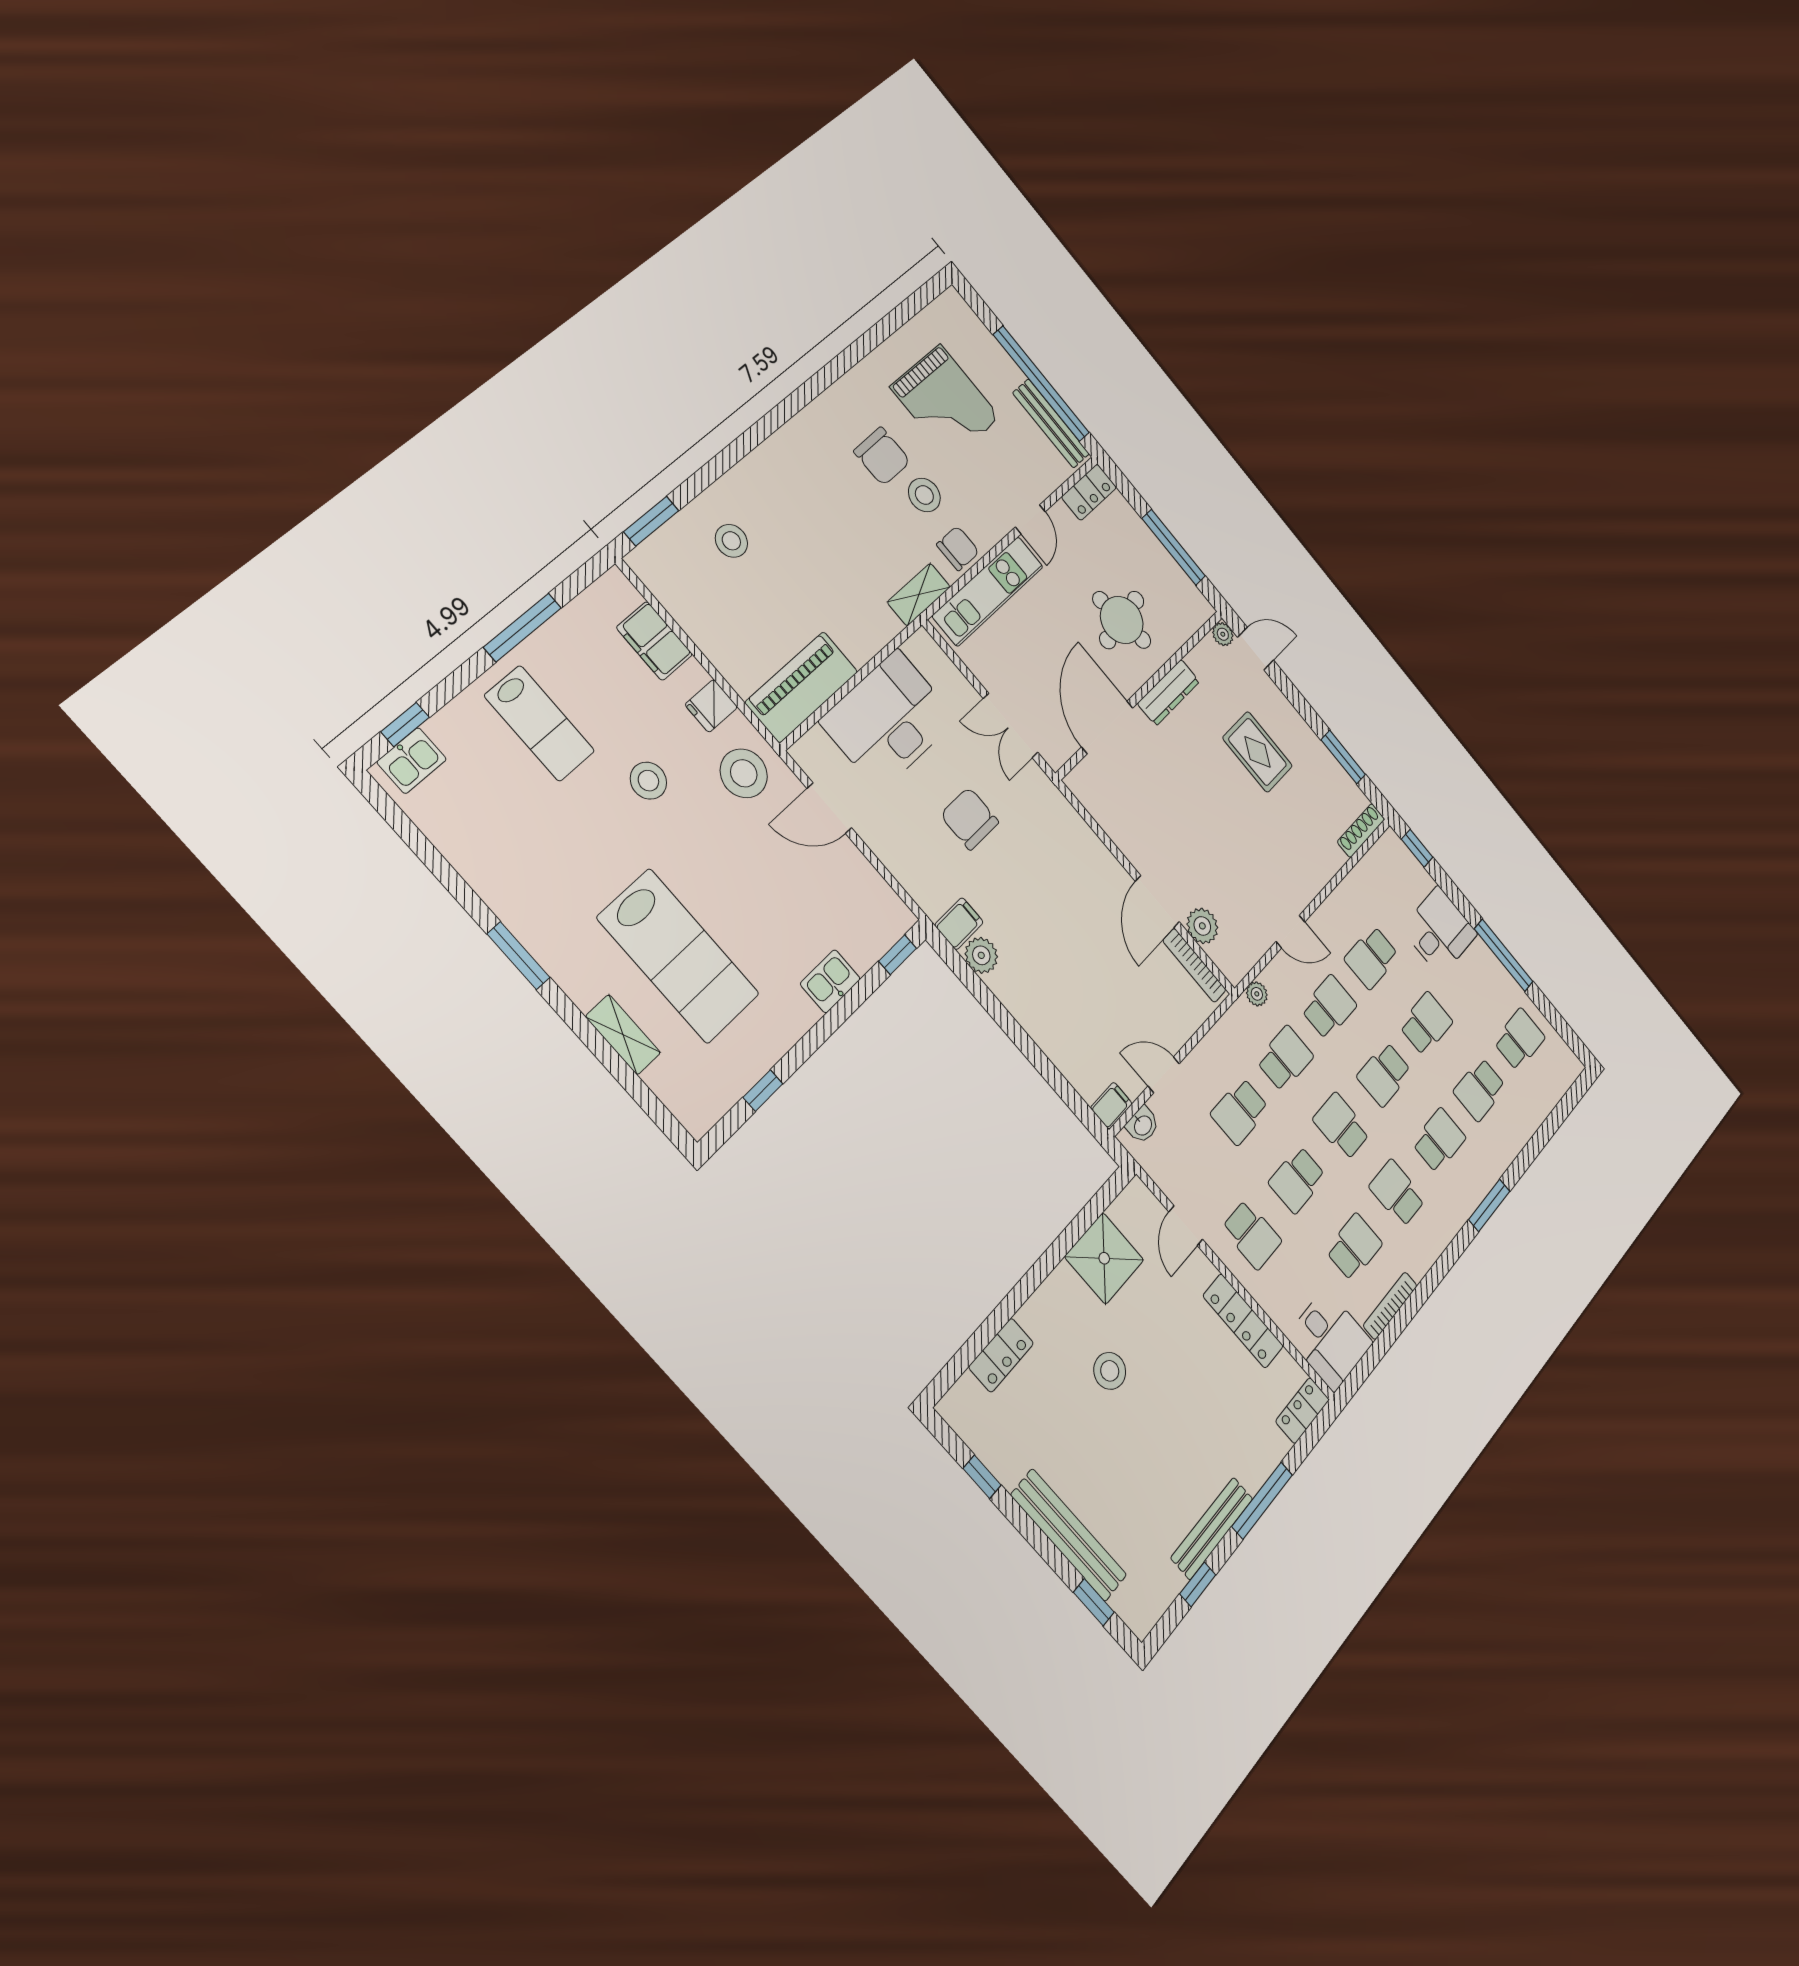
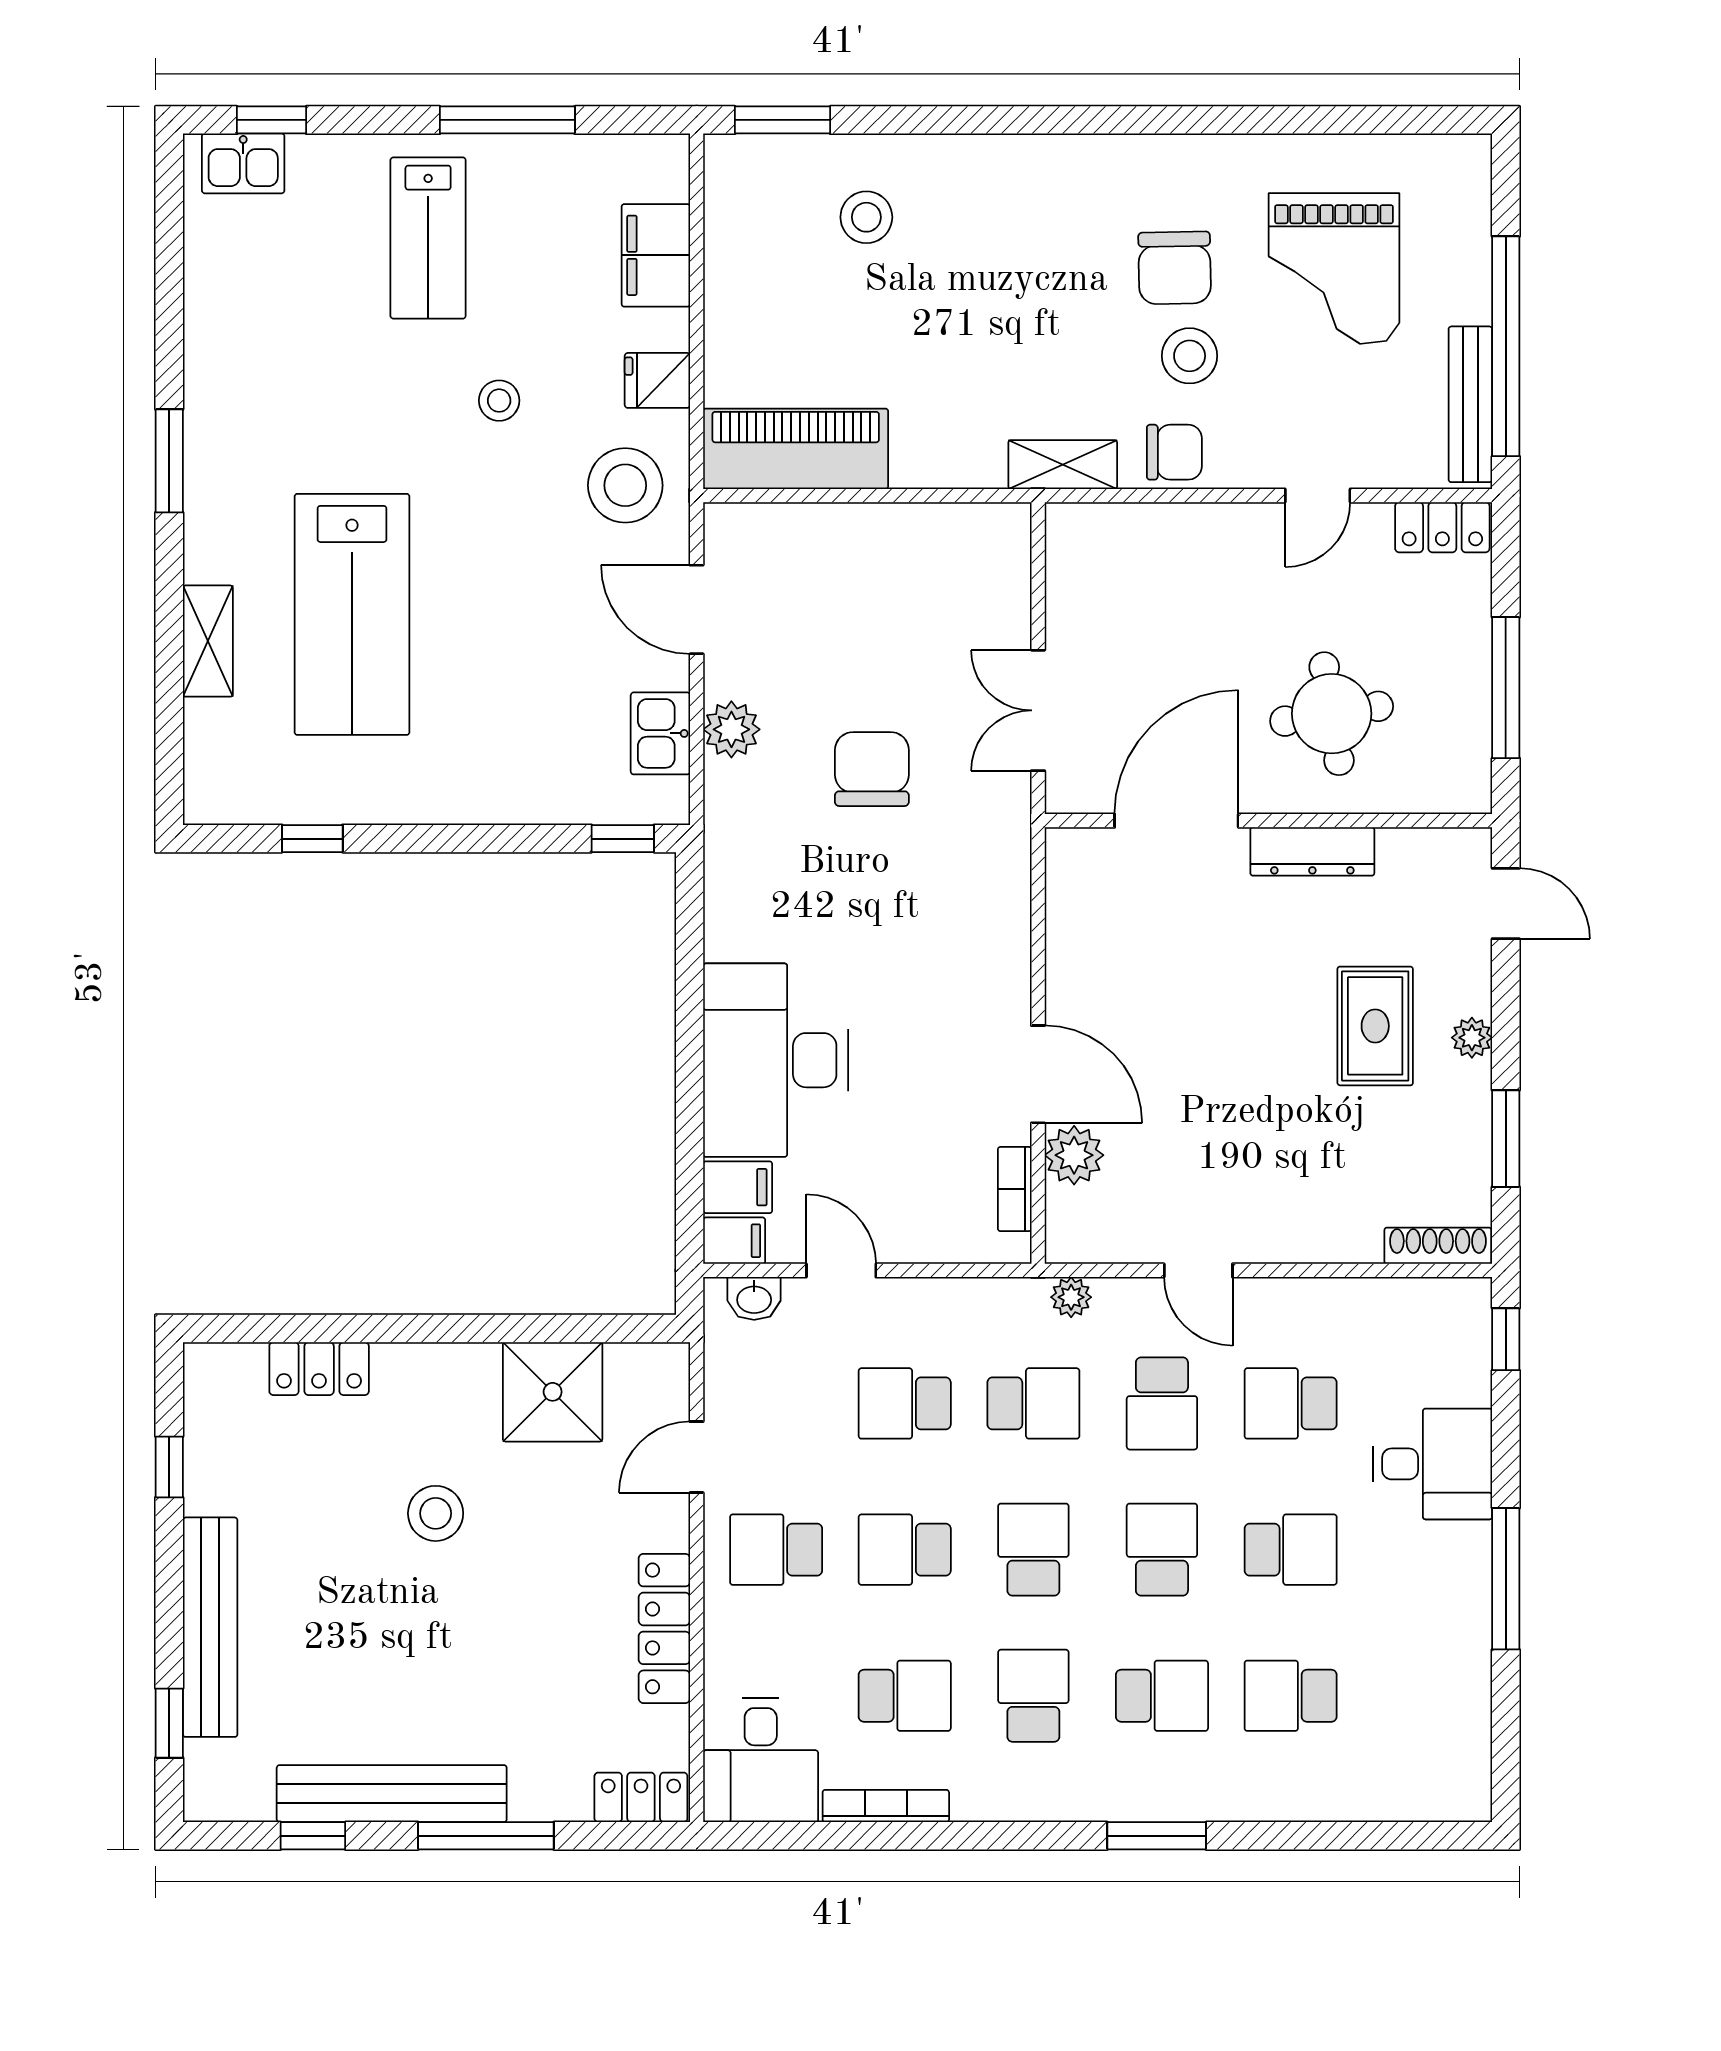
kitchen unit: (988, 591) -> (1167, 534), removed
plant: (1223, 634) -> (1472, 1038), moved
desk: (889, 720) -> (776, 1060), moved, turned -90
stool: (648, 781) -> (499, 401), width x0.73, depth x0.73
door: (1157, 902) -> (1038, 1074), swing flipped
filing cabinet: (959, 924) -> (738, 1187), moved
plant: (981, 955) -> (731, 729), moved
bookcase: (1194, 965) -> (1015, 1189), width x0.64
kitchen sink: (830, 981) -> (660, 733), moved, turned -90
school desk: (1329, 1007) -> (1162, 1403), turned 90
school desk: (1519, 1040) -> (1419, 1696), removed
school desk: (1384, 1074) -> (1162, 1550), turned 90
school desk: (1252, 1235) -> (776, 1550), turned 90
bench: (1212, 1528) -> (392, 1794), width x1.37, depth x1.21

